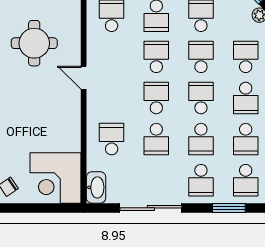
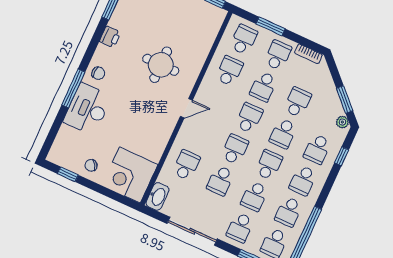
school desk: (201, 57) -> (283, 134), turned 180
school desk: (246, 57) -> (317, 149), turned 180
door: (84, 78) -> (186, 108), swing flipped

